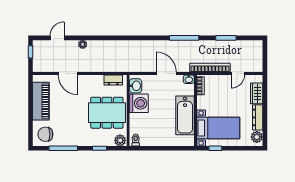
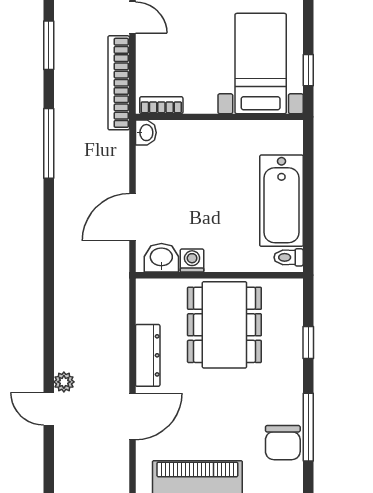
door: (57, 38) -> (49, 409), moved
door: (166, 74) -> (132, 217), moved
dresser: (113, 80) -> (148, 355), moved, width x1.44
washing machine: (139, 103) -> (192, 261), width x0.53, depth x0.53
bathtub: (185, 115) -> (281, 201), moved, turned 90
chair: (45, 134) -> (283, 443), moved
plant: (120, 140) -> (290, 294), removed

